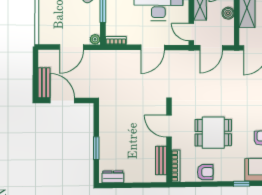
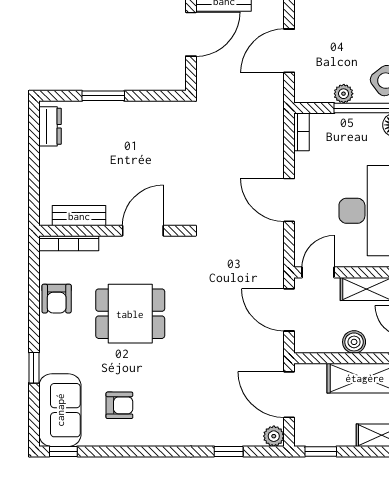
plant: (95, 39) -> (344, 94), moved
door: (72, 47) -> (289, 51), hinge flipped
dining table: (213, 133) -> (130, 314), turned 90

